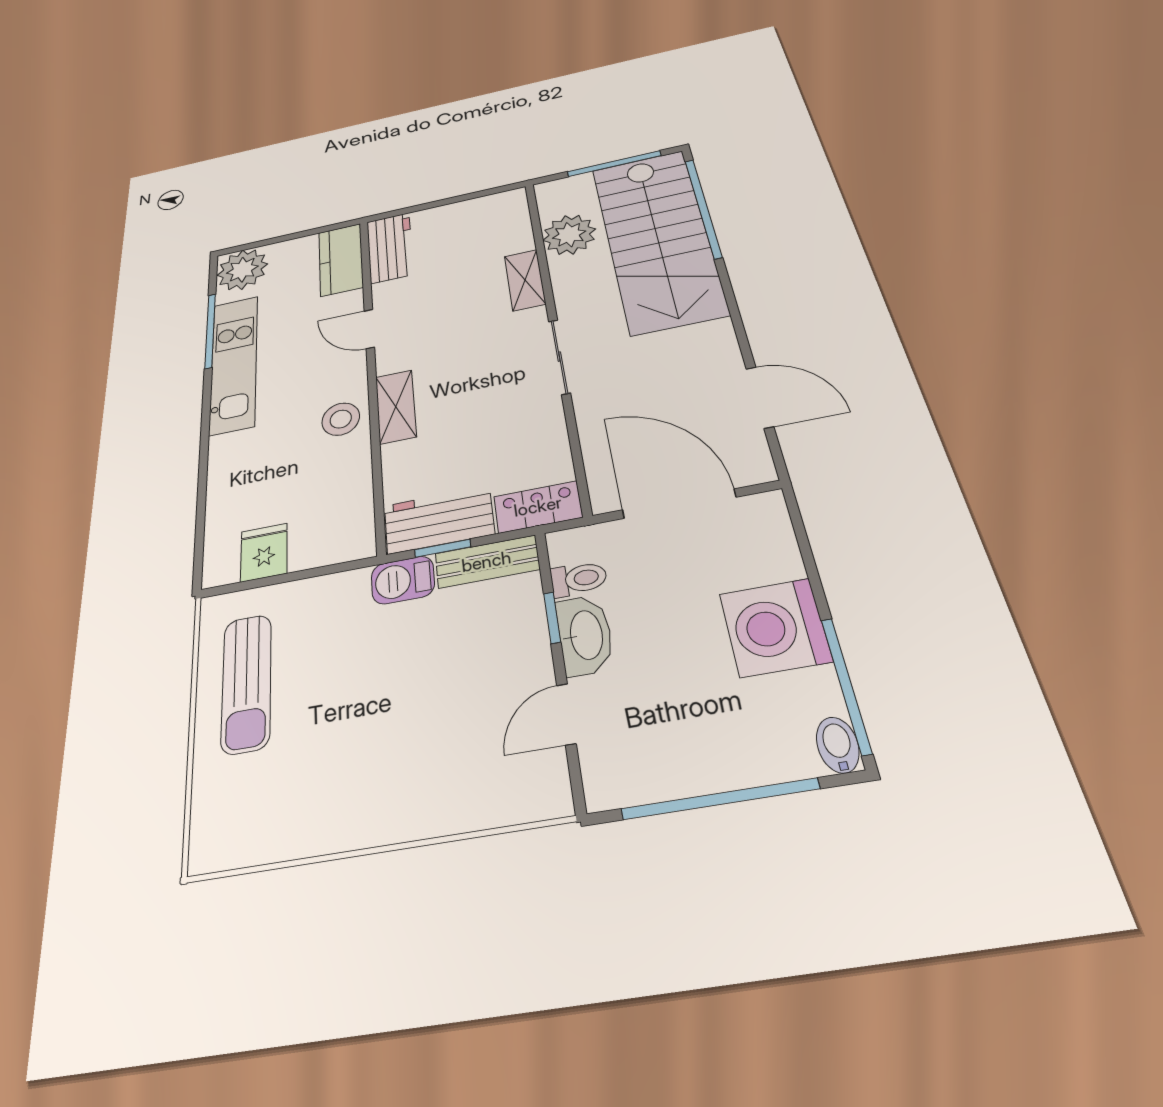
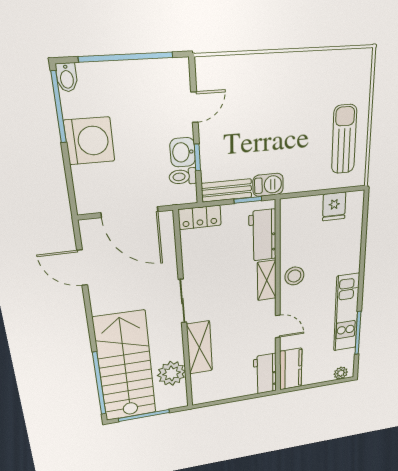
plant: (242, 270) -> (341, 373), width x0.53, depth x0.53
shelving: (525, 280) -> (199, 348), width x1.50, depth x1.33
workbench: (439, 520) -> (262, 235), moved, turned 90
washbasin: (585, 635) -> (183, 152), width x0.72

